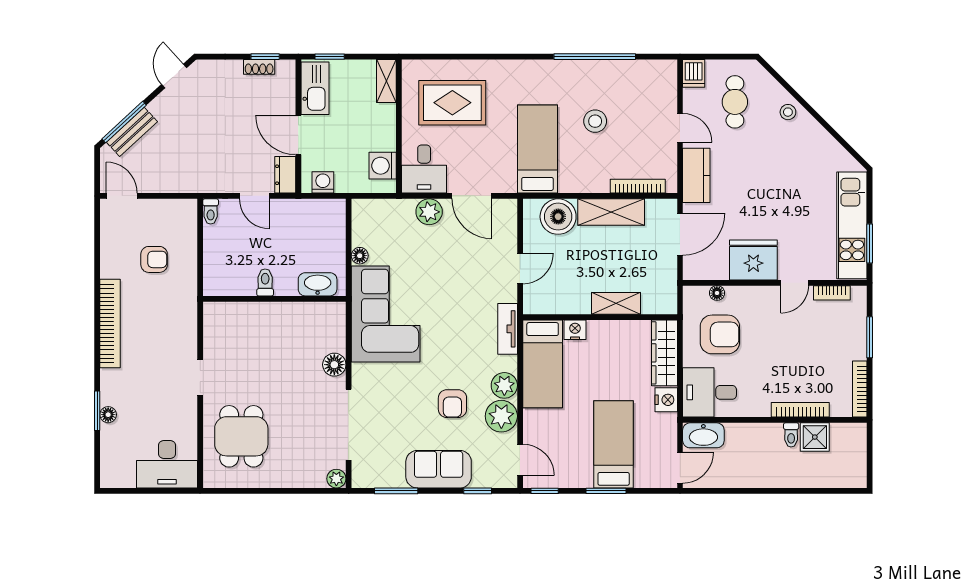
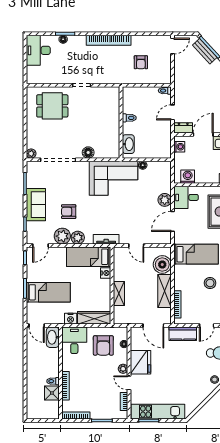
plant: (766, 295) -> (123, 369), added
desk: (167, 464) -> (38, 50), moved

